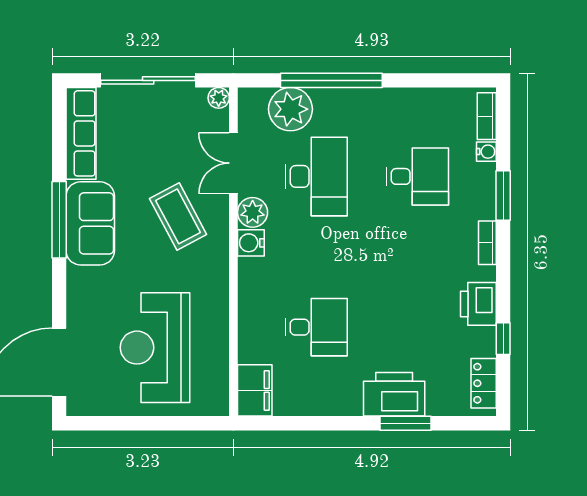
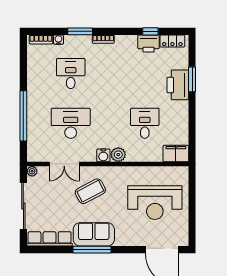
plant: (290, 109) -> (38, 136), removed
plant: (253, 212) -> (118, 155), moved
printer: (478, 304) -> (149, 44), moved

